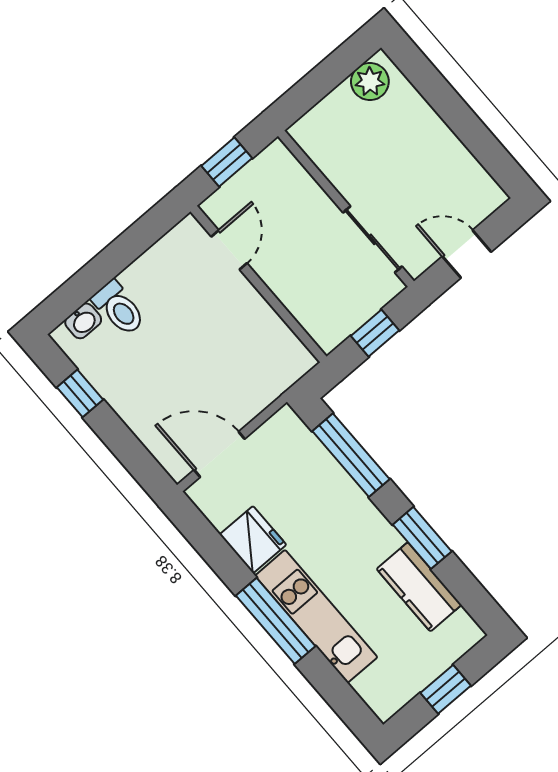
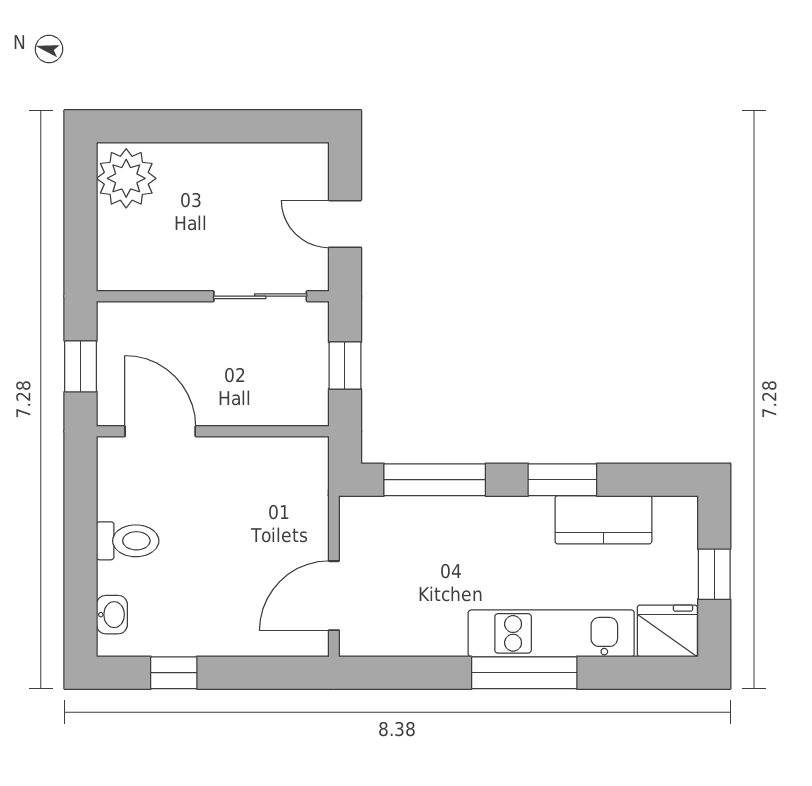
plant: (370, 82) -> (126, 178), width x1.36, depth x1.36
door: (229, 250) -> (160, 431), width x1.37
door: (467, 254) -> (345, 224), hinge flipped
toilet: (119, 308) -> (128, 541), moved
fridge: (253, 540) -> (667, 631), moved

